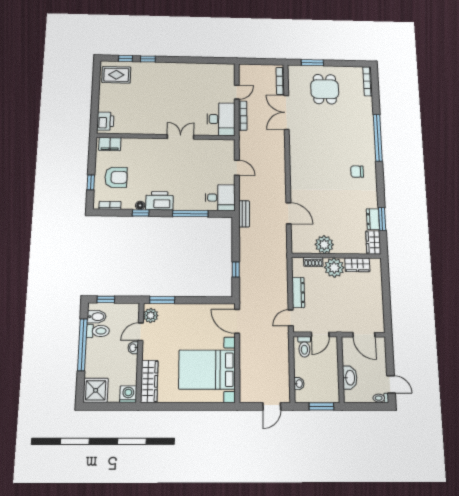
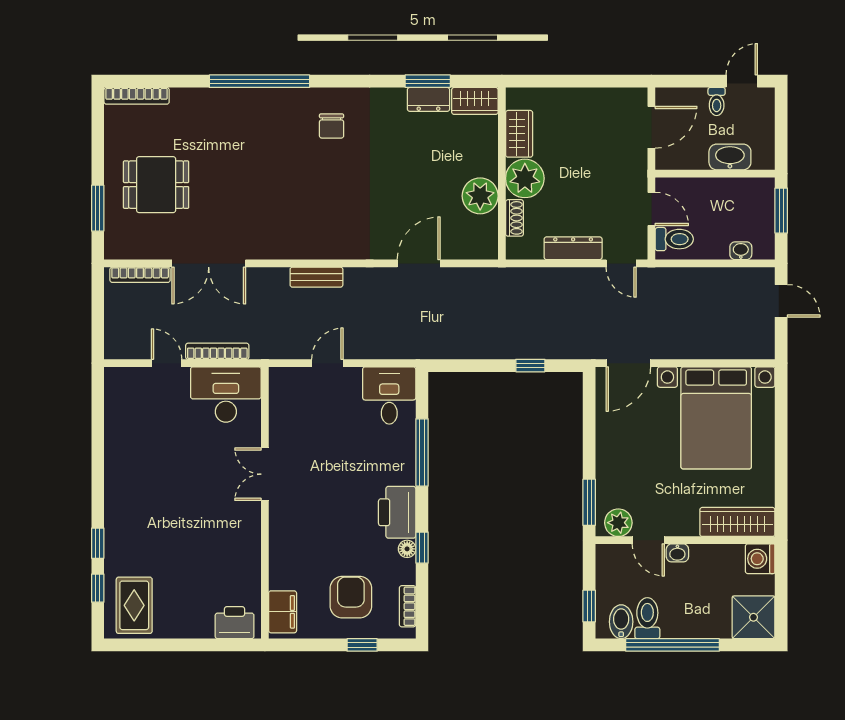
bench: (244, 214) -> (316, 277), moved
toilet: (381, 398) -> (717, 102), moved

